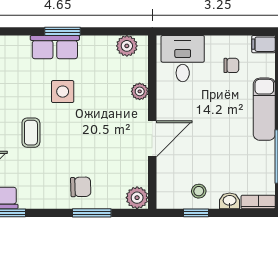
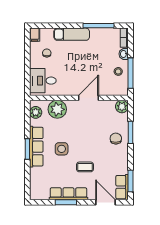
row of seats: (55, 47) -> (36, 147), width x1.48
plant: (140, 91) -> (57, 109), width x1.87, depth x1.87
door: (152, 139) -> (88, 98), hinge flipped
window: (196, 213) -> (131, 73), width x2.17

